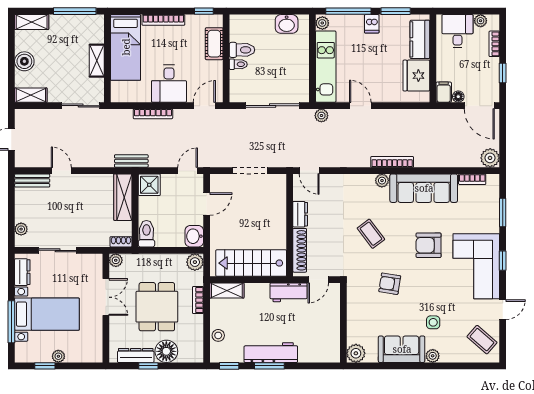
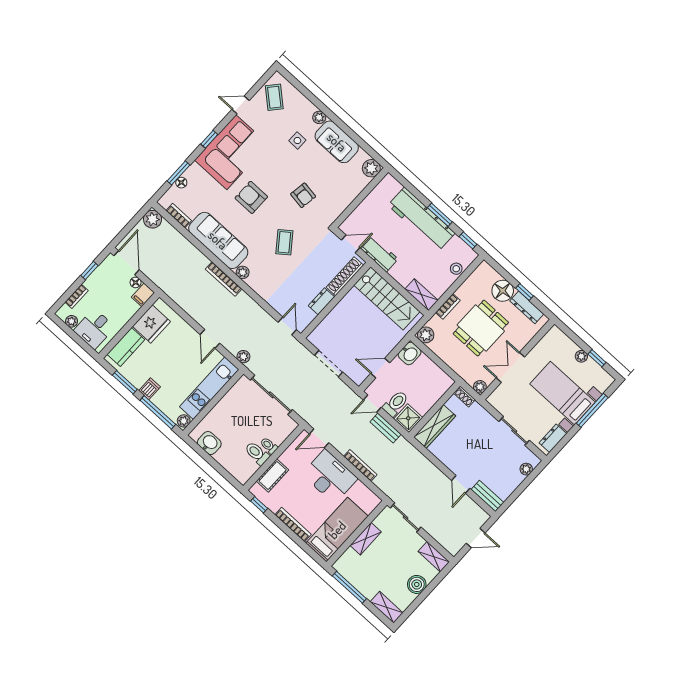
desk: (169, 84) -> (330, 476), width x1.37
bench: (131, 161) -> (386, 428), moved
floor lamp: (494, 207) -> (181, 183), added
toilet: (146, 234) -> (396, 404), moved, turned 180
armchair: (429, 245) -> (251, 197), turned 180
workbench: (271, 353) -> (421, 219), width x1.36, depth x1.32

